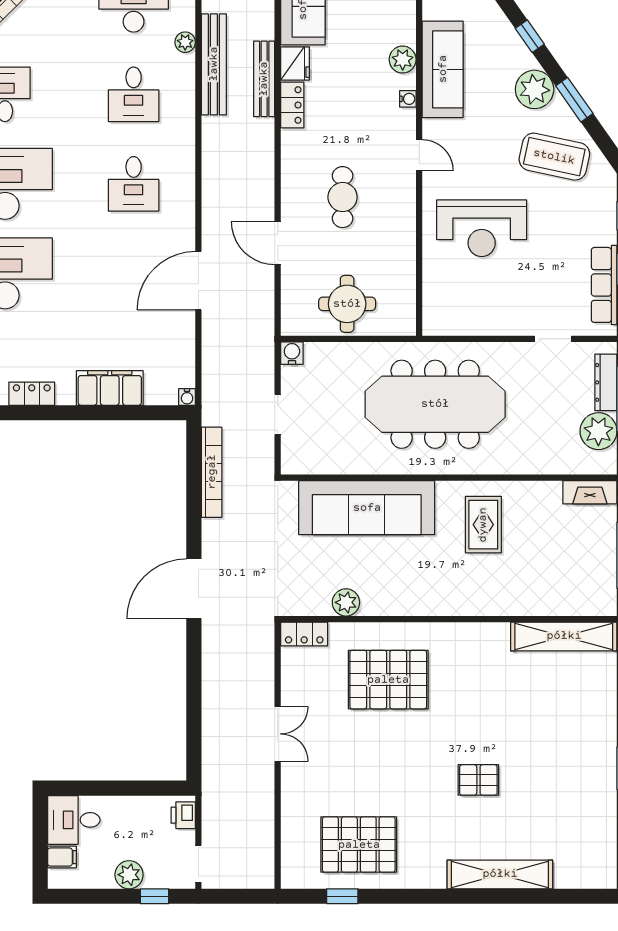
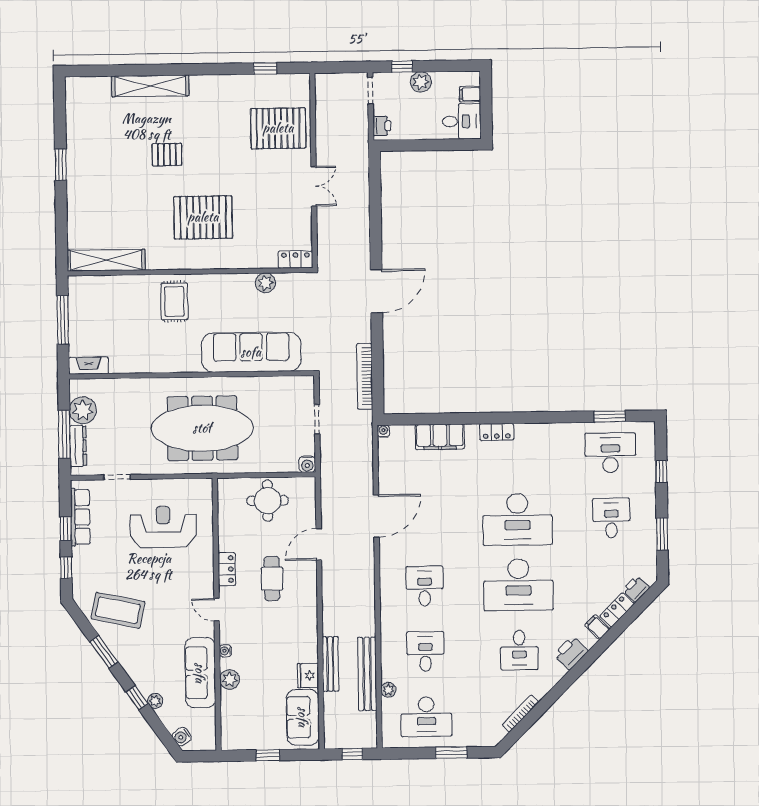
plant: (535, 89) -> (155, 701), moved, width x0.53, depth x0.53
locker: (292, 105) -> (227, 569), moved, turned 180
reception desk: (482, 228) -> (163, 527), moved
door: (278, 243) -> (319, 544), swing flipped
rug: (483, 525) -> (174, 301), moved
pallet: (388, 680) -> (203, 217), moved
double door: (278, 734) -> (314, 186), swing flipped
pallet: (359, 845) -> (278, 128), moved

